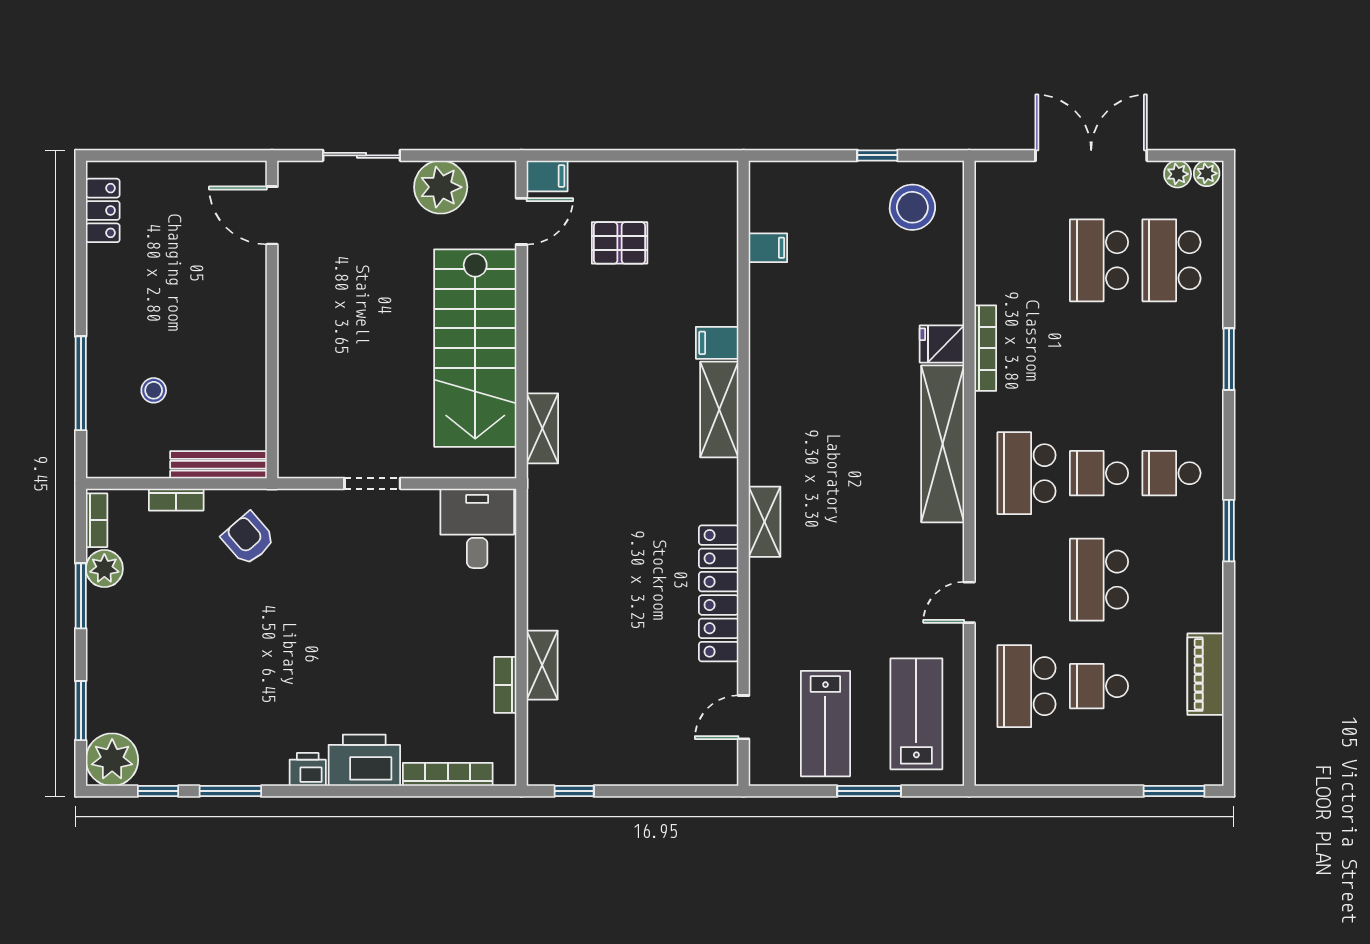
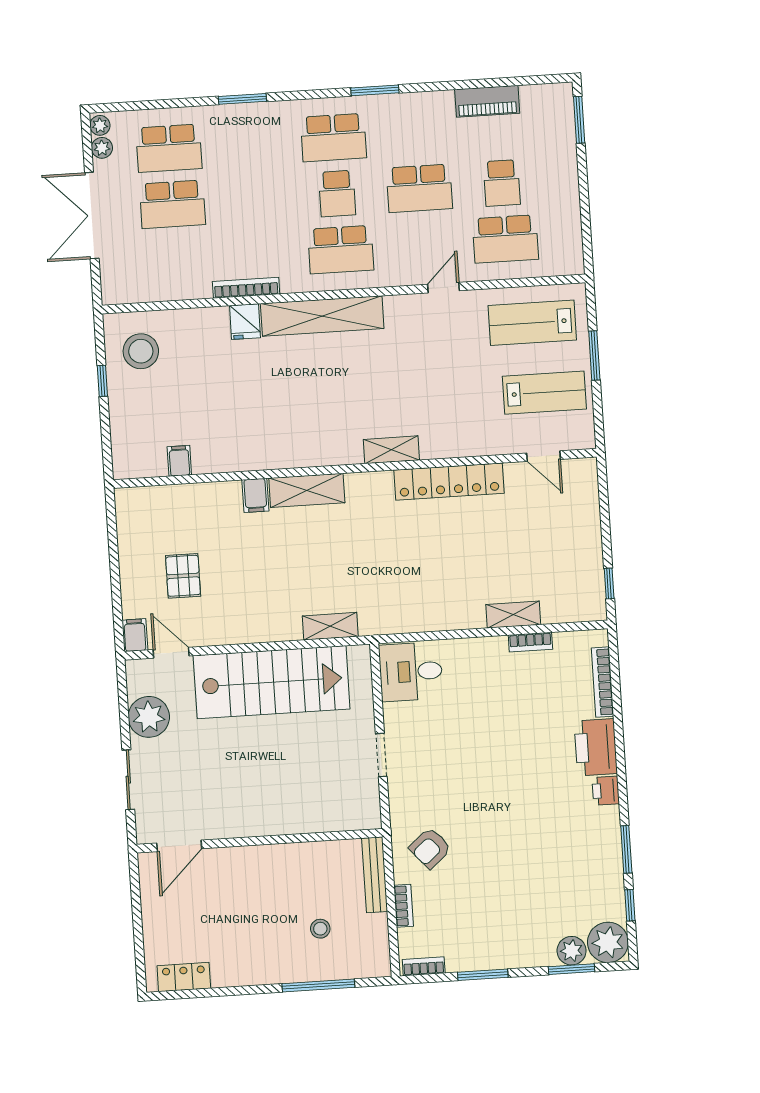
school desk: (1171, 473) -> (333, 138), width x1.85
plant: (104, 569) -> (572, 951), moved
door: (969, 602) -> (443, 288), swing flipped

